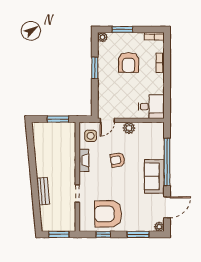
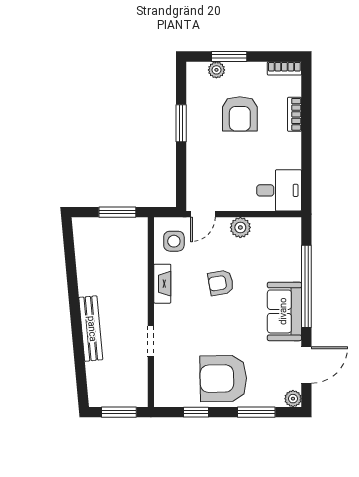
plant: (102, 37) -> (216, 70), moved
bench: (43, 191) -> (91, 329), width x1.36
armchair: (108, 214) -> (223, 378), moved

